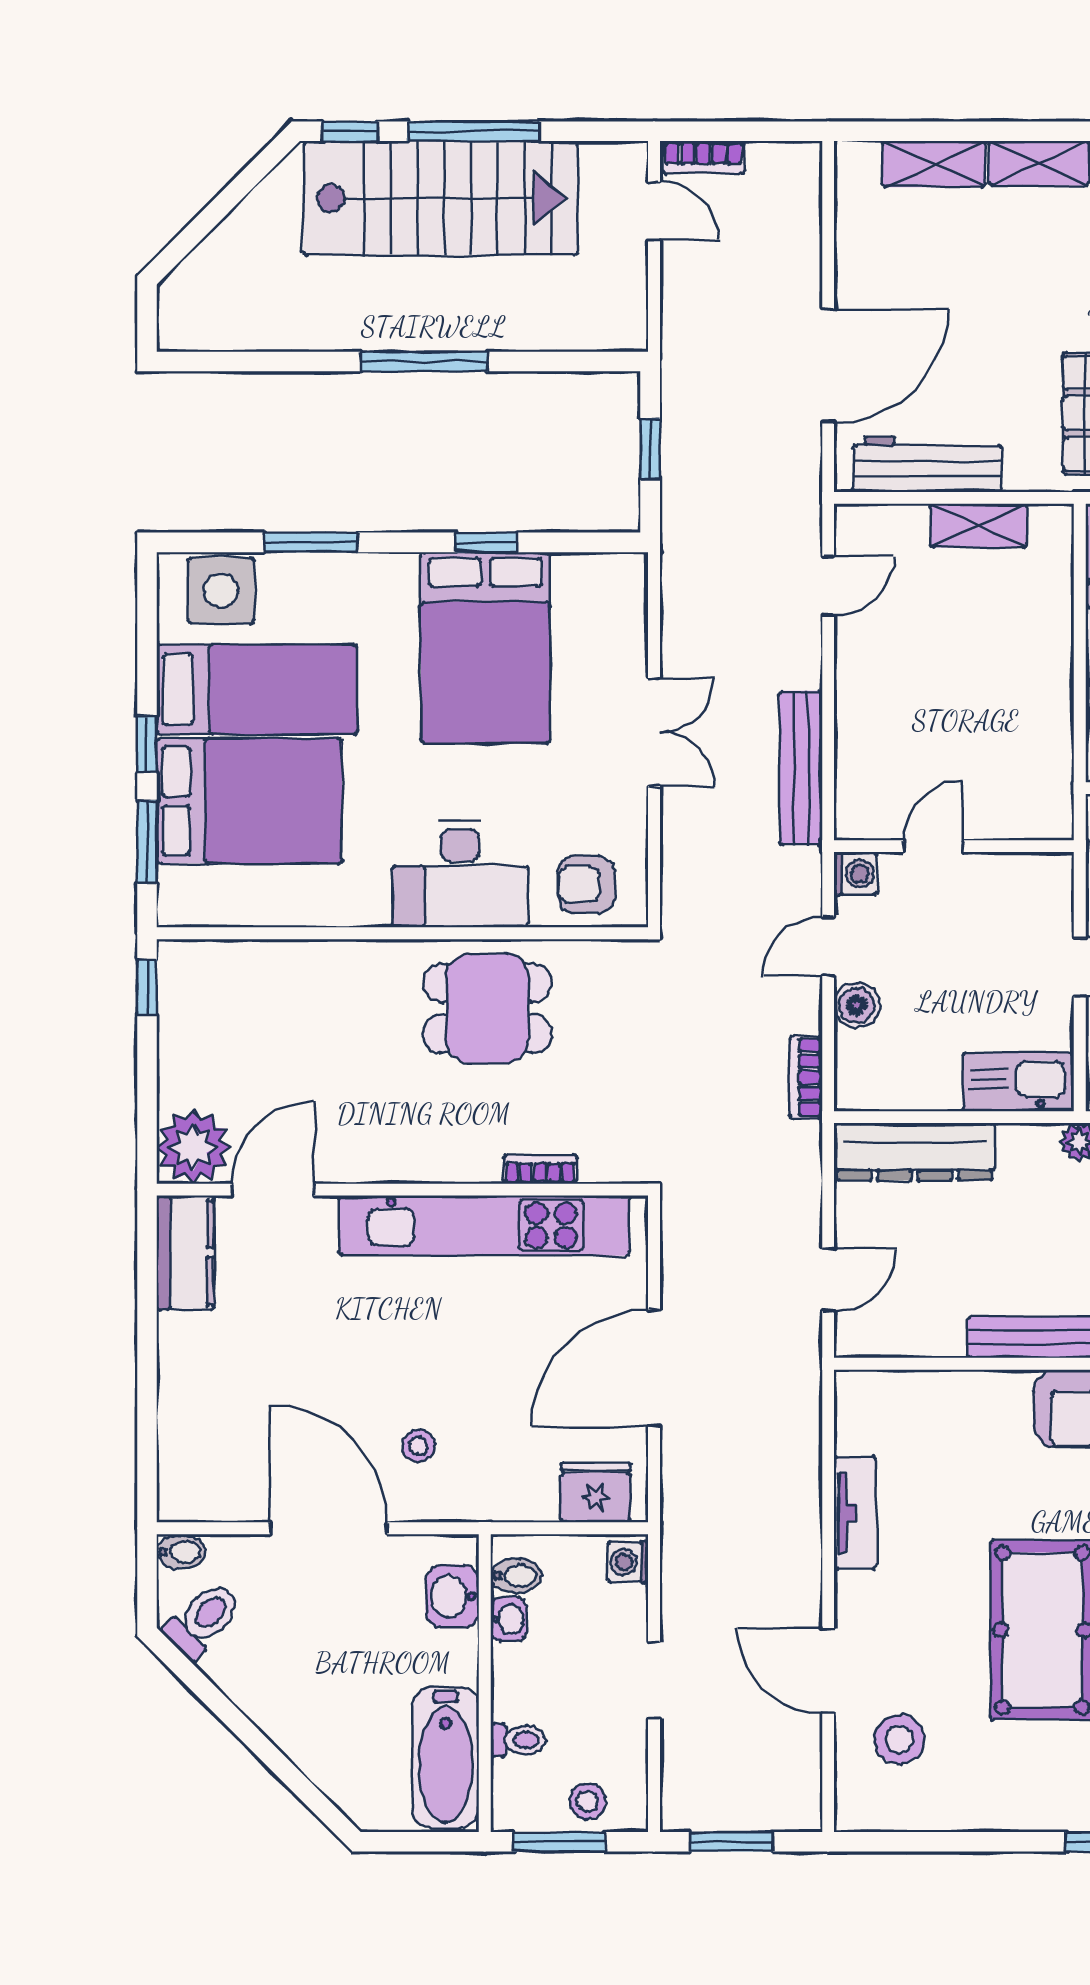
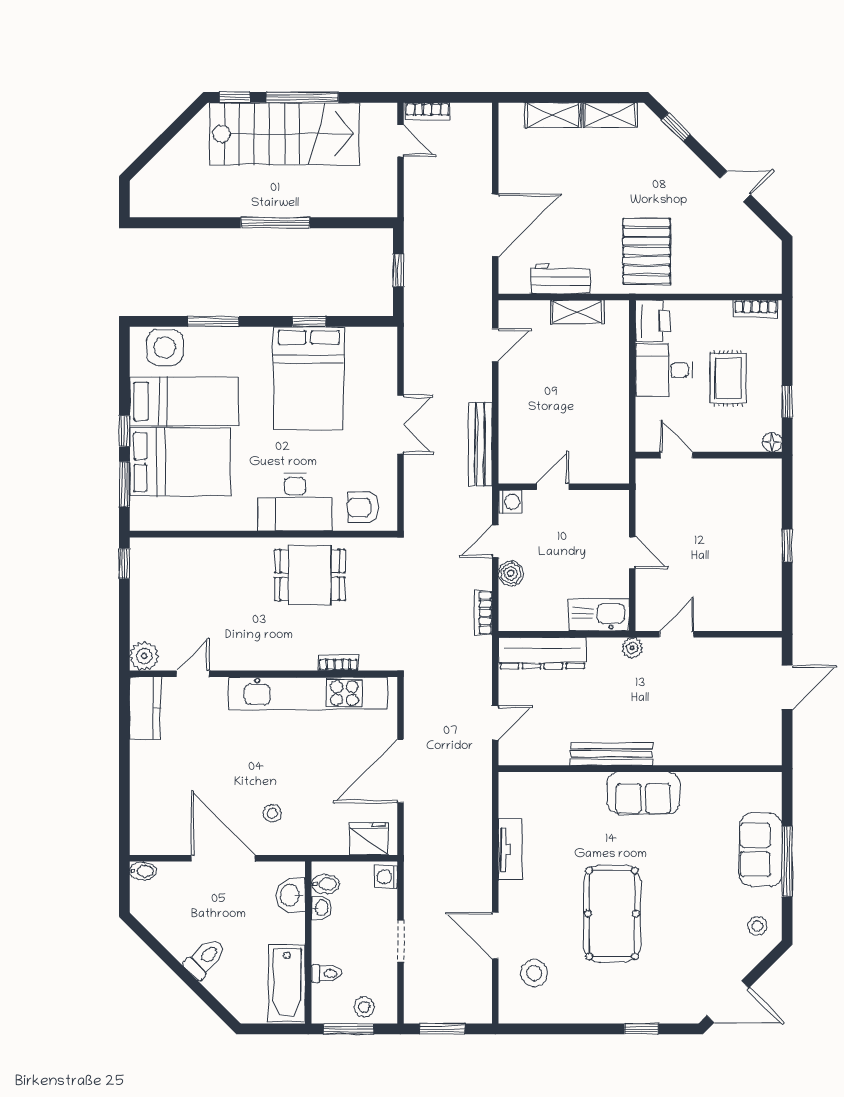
workbench: (927, 464) -> (560, 279), width x0.73
plant: (193, 1147) -> (144, 656), width x0.73, depth x0.73
door: (273, 1190) -> (193, 674), width x0.73
toilet: (203, 1620) -> (205, 958), moved

